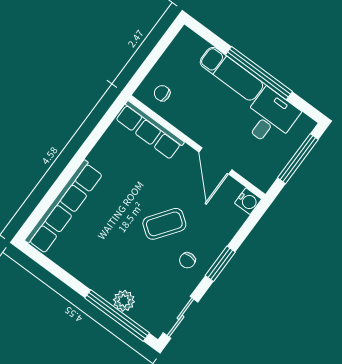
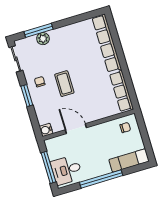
exam couch: (231, 74) -> (129, 160), moved
desk: (270, 117) -> (67, 170), moved, turned 90
row of seats: (150, 130) -> (121, 91), moved, turned -90
coffee table: (164, 224) -> (64, 84), turned -36
window: (117, 315) -> (39, 30), width x0.68

